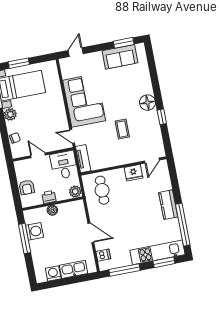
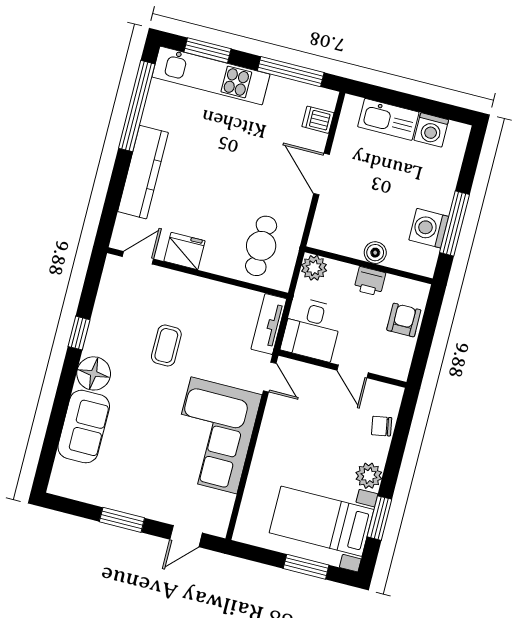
window: (124, 43) -> (122, 520), moved
sofa: (120, 57) -> (84, 427), moved, turned 90
kitchen counter: (168, 205) -> (143, 172), width x1.50

